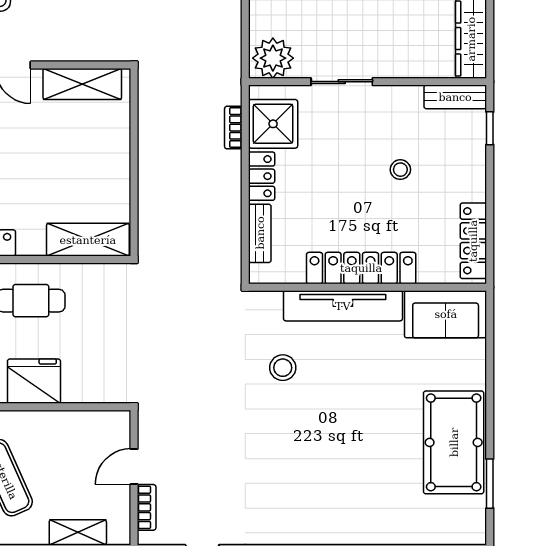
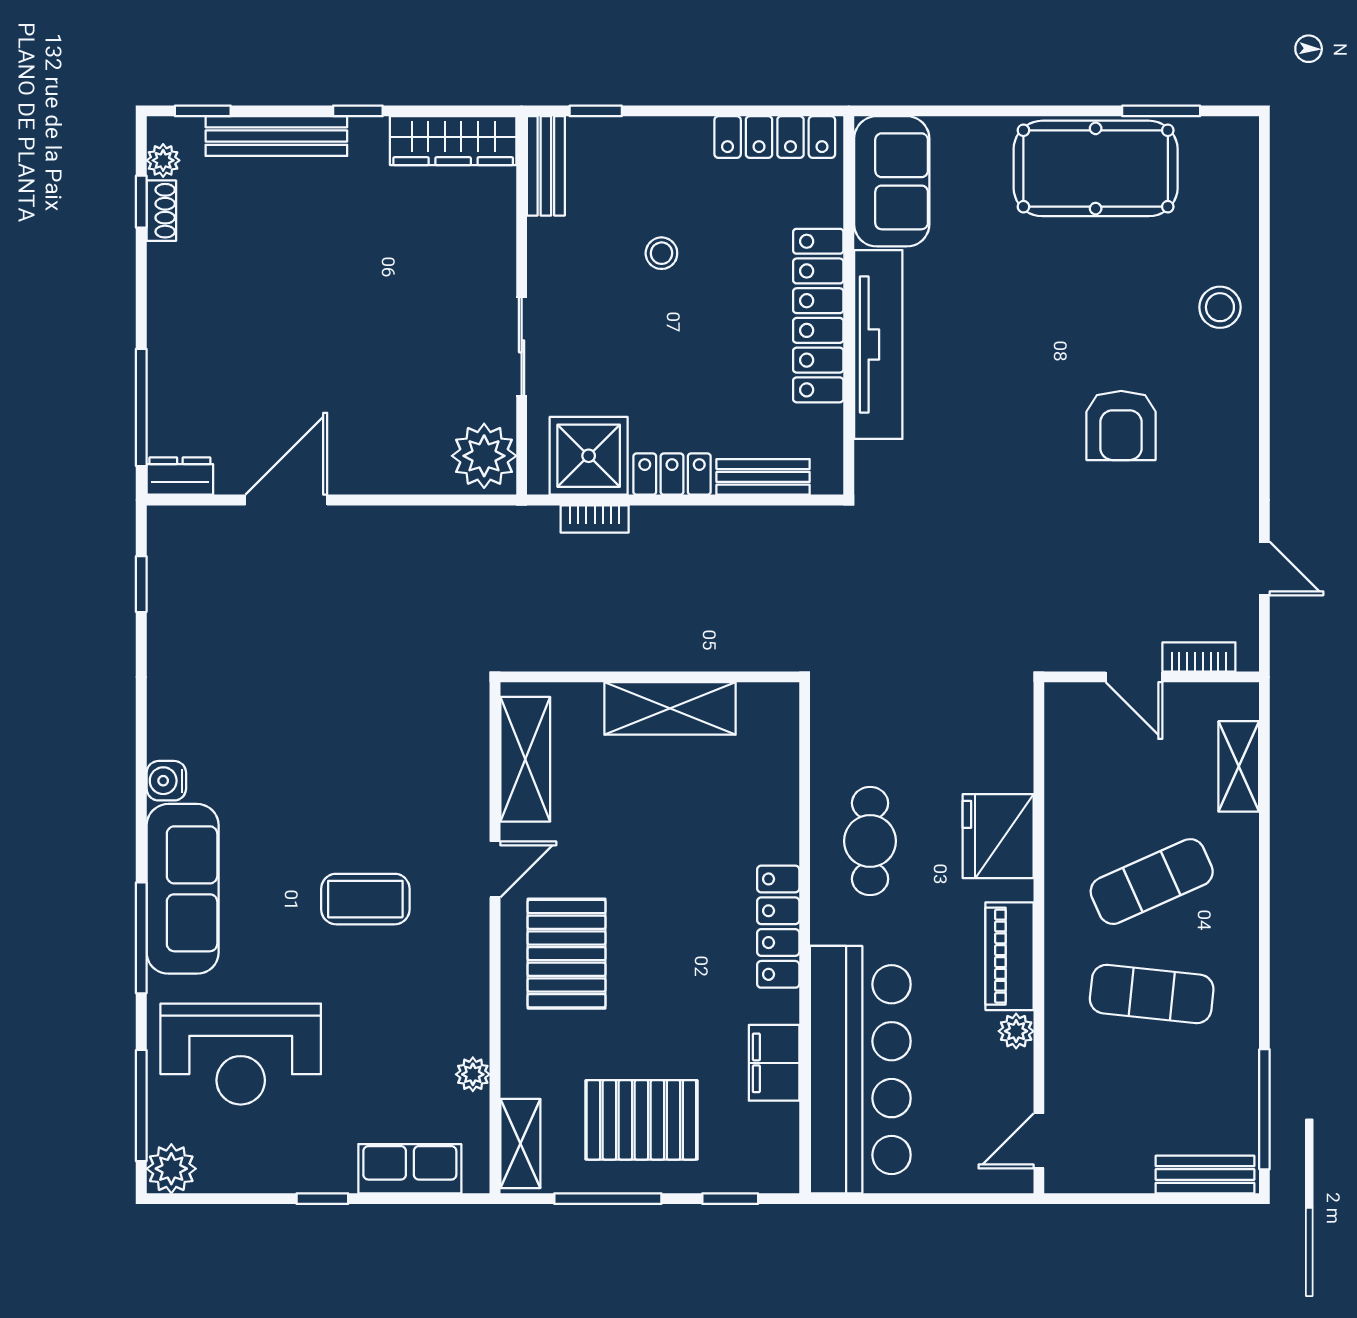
shelving: (88, 240) -> (670, 708), moved, turned 90
stool: (283, 368) -> (1220, 307), moved
armchair: (292, 458) -> (1121, 426), added

